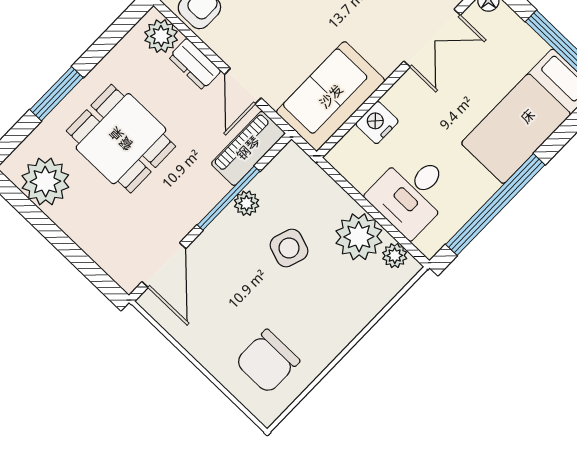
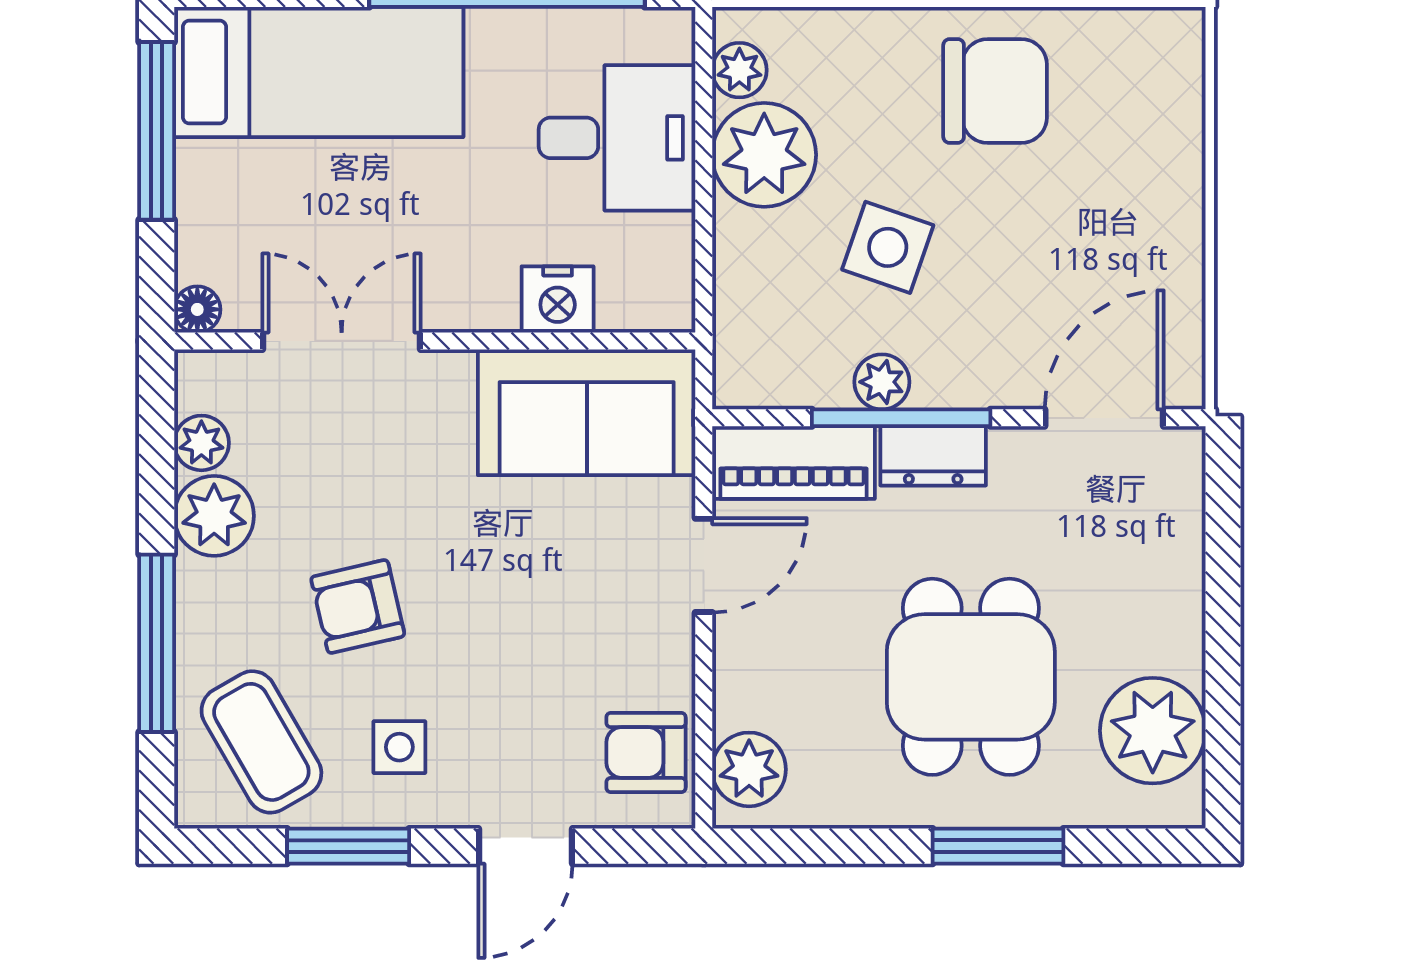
dresser: (195, 64) -> (933, 456), moved, turned 90
chair: (267, 361) -> (995, 91), moved

